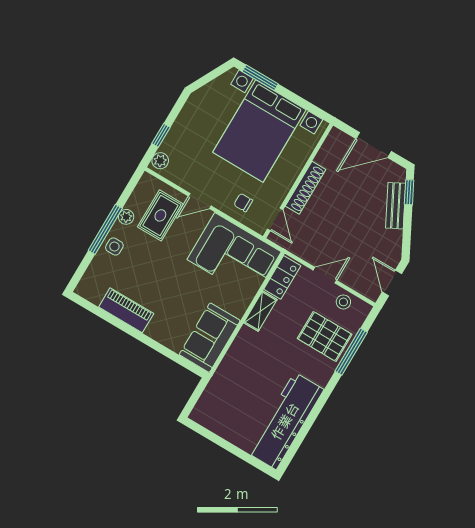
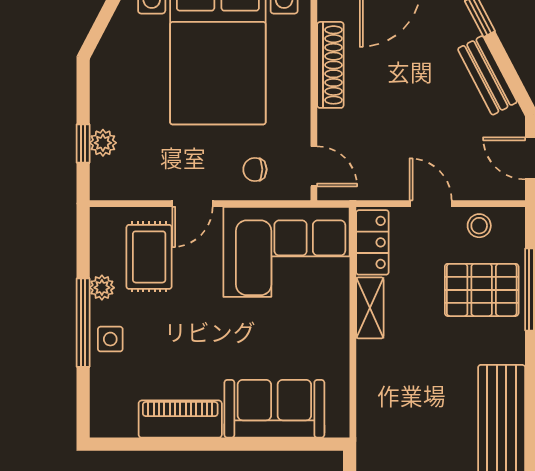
plant: (160, 161) -> (103, 143), moved
shoe rack: (306, 188) -> (330, 65), moved
bench: (396, 206) -> (487, 75), moved
door: (325, 275) -> (431, 204), hinge flipped
sofa: (210, 338) -> (274, 409), moved, turned 90

